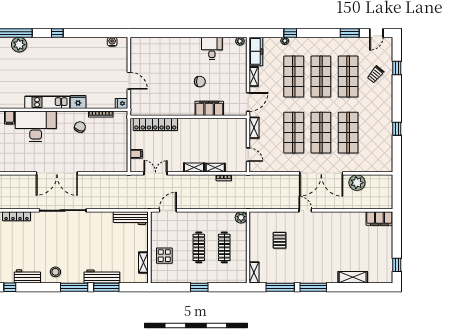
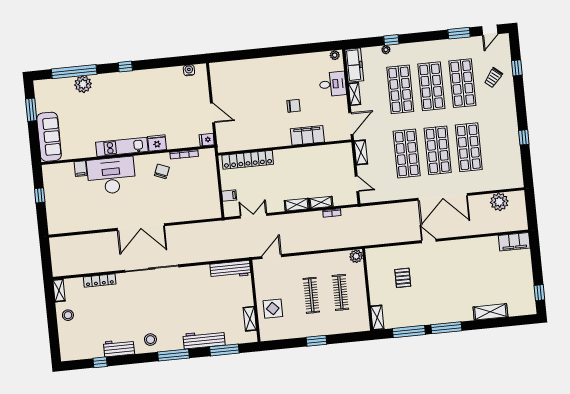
desk: (212, 48) -> (333, 84), moved, turned 90
plant: (357, 183) -> (499, 202), moved
window: (106, 287) -> (224, 350), moved

